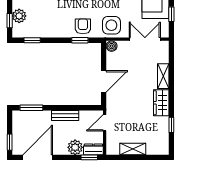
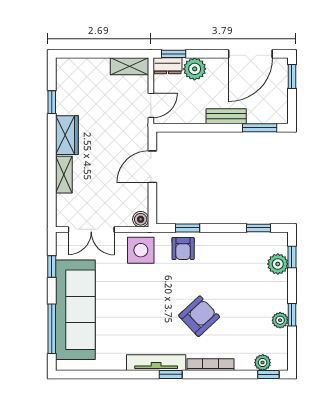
bench: (65, 115) -> (226, 116), moved
shelving: (133, 149) -> (129, 66), moved

